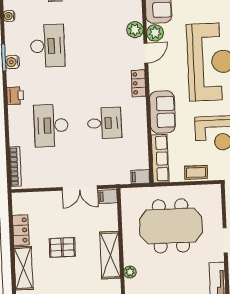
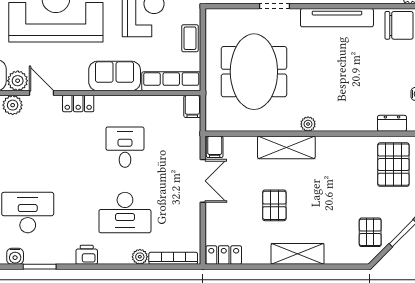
water cooler: (12, 62) -> (15, 256), moved
plant: (15, 139) -> (140, 257), added
locker: (21, 230) -> (224, 255), moved

